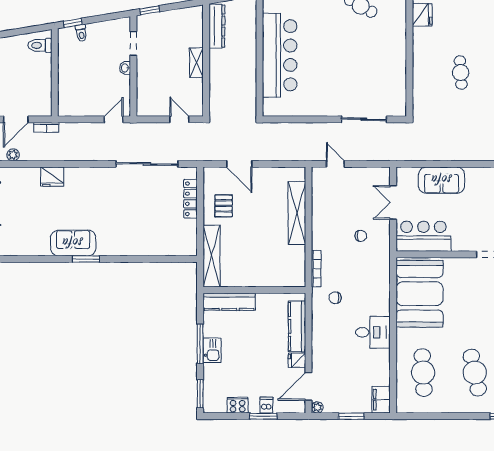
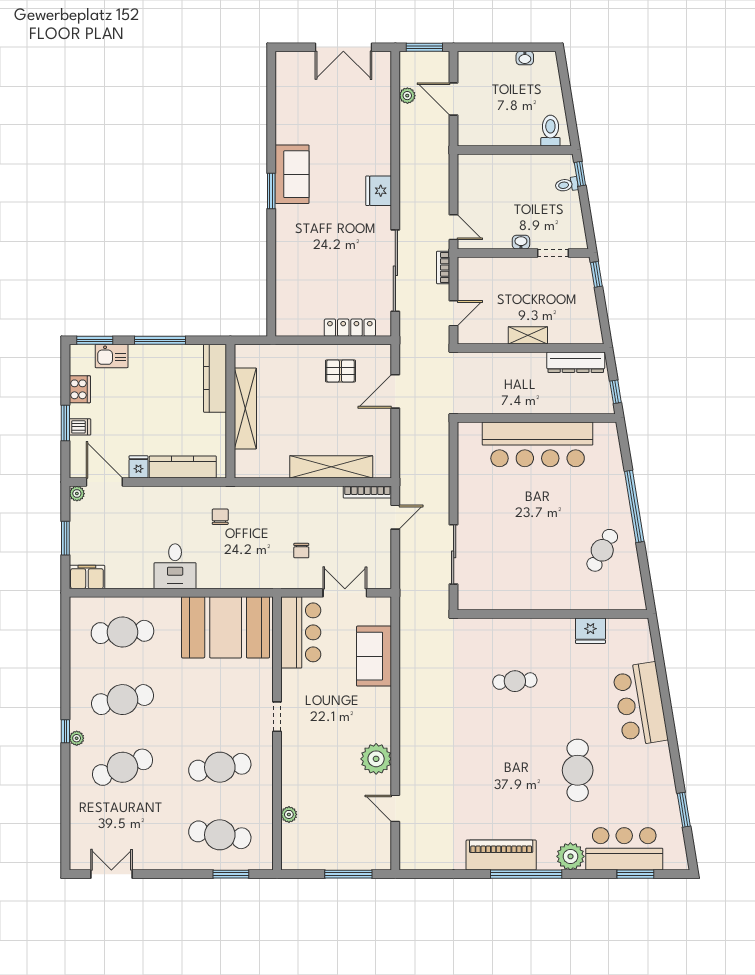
bookcase: (46, 127) -> (443, 267), moved
fridge: (52, 177) -> (379, 191), moved
shelving: (212, 256) -> (245, 409), moved, turned 90
bookcase: (316, 269) -> (367, 492), moved
kitchen sink: (212, 350) -> (112, 356), moved

